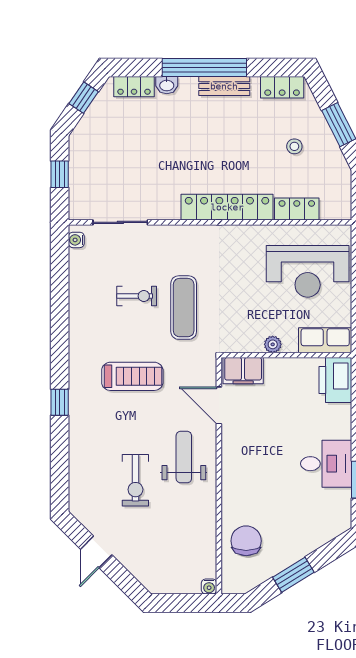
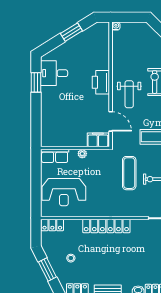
locker: (297, 209) -> (52, 225), moved
reception desk: (308, 271) -> (64, 192), turned 180
printer: (335, 380) -> (101, 82), moved, turned 180
desk: (326, 464) -> (54, 73), moved
chair: (246, 541) -> (96, 50), removed

